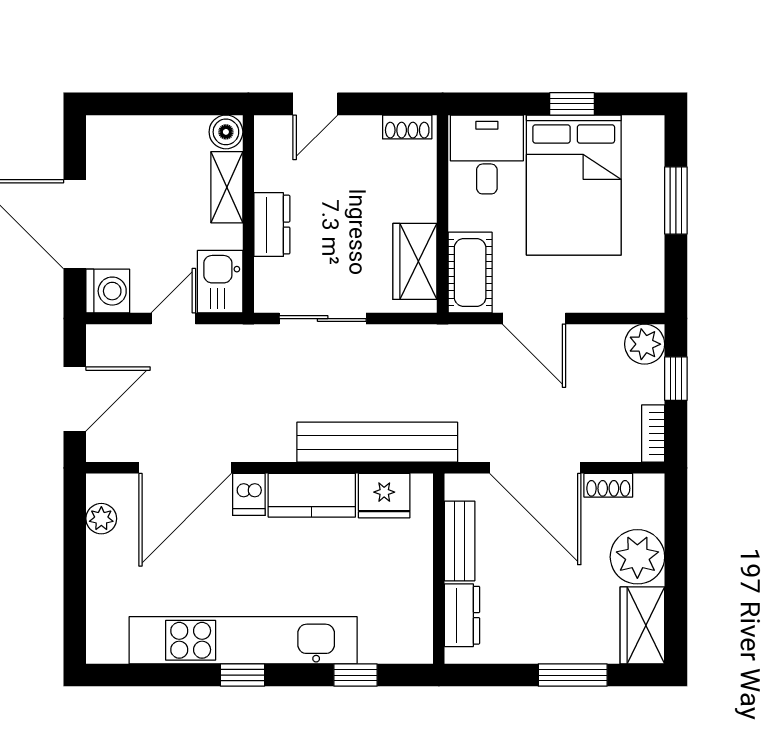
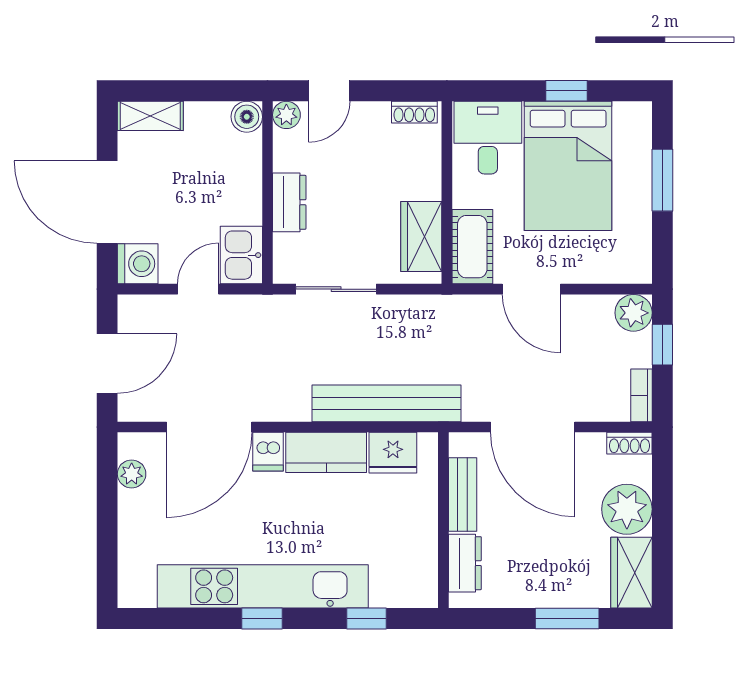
plant: (269, 130) -> (286, 115), added
shelving: (227, 187) -> (150, 116), moved, turned 90
shoe rack: (608, 485) -> (629, 443), moved

